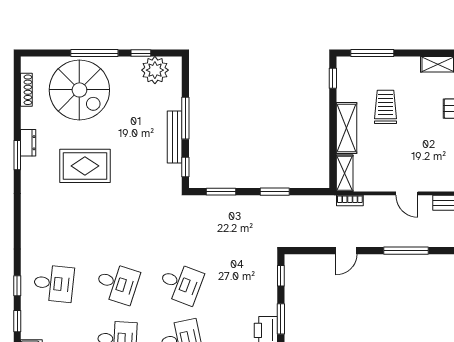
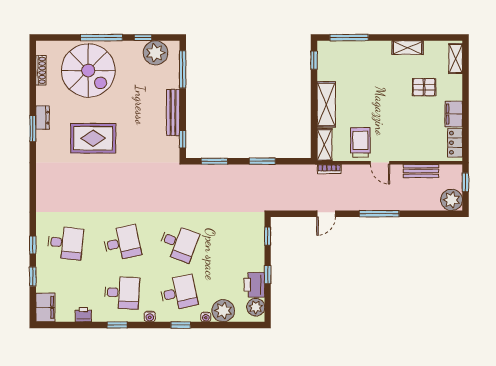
trolley: (385, 107) -> (360, 142), moved
window: (185, 118) -> (183, 69), moved
desk: (117, 283) -> (122, 243), turned -30
window: (281, 319) -> (268, 274), width x0.67

